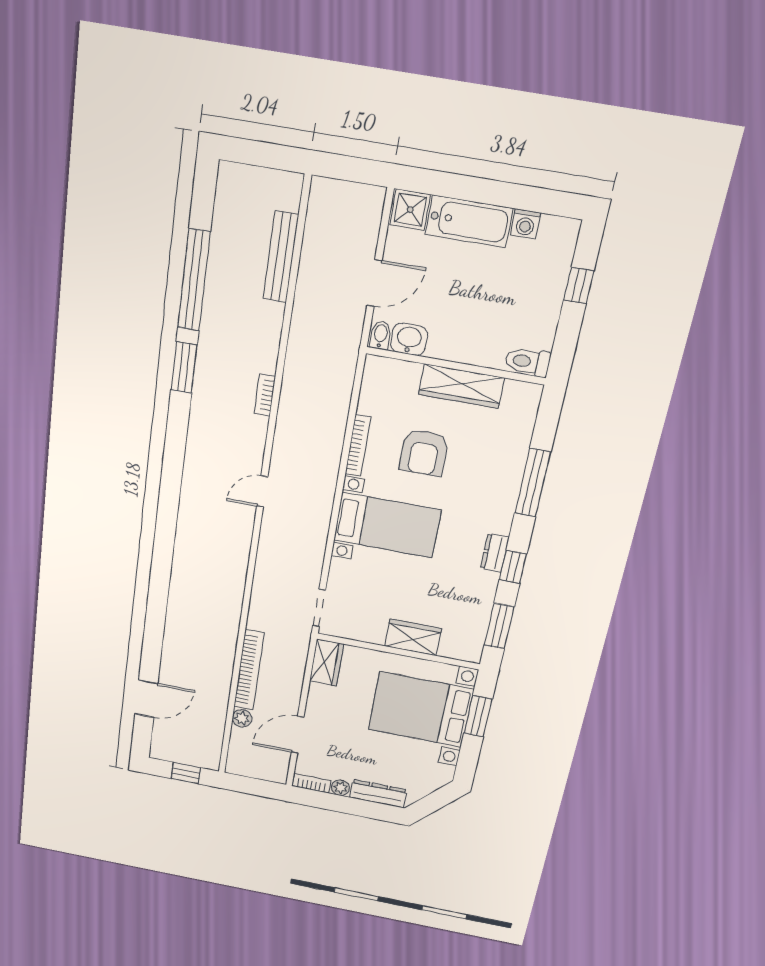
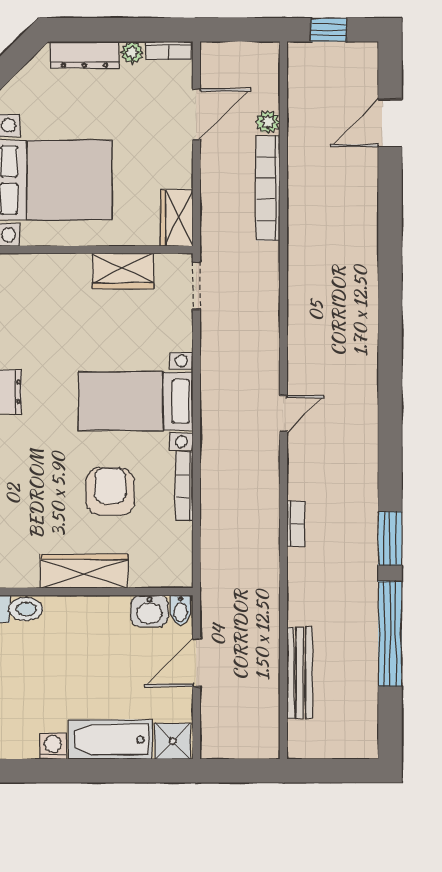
wardrobe: (413, 637) -> (123, 271), moved

